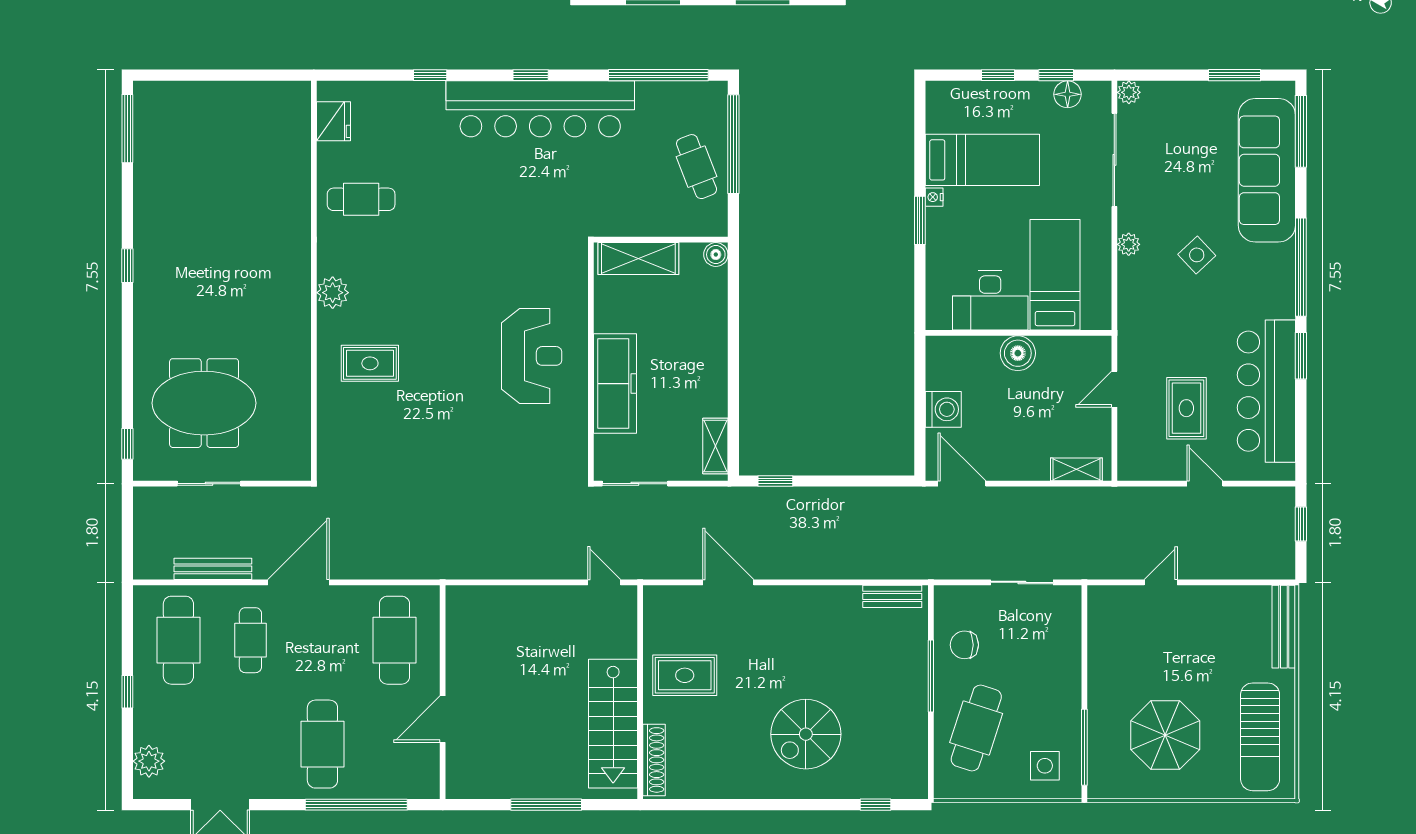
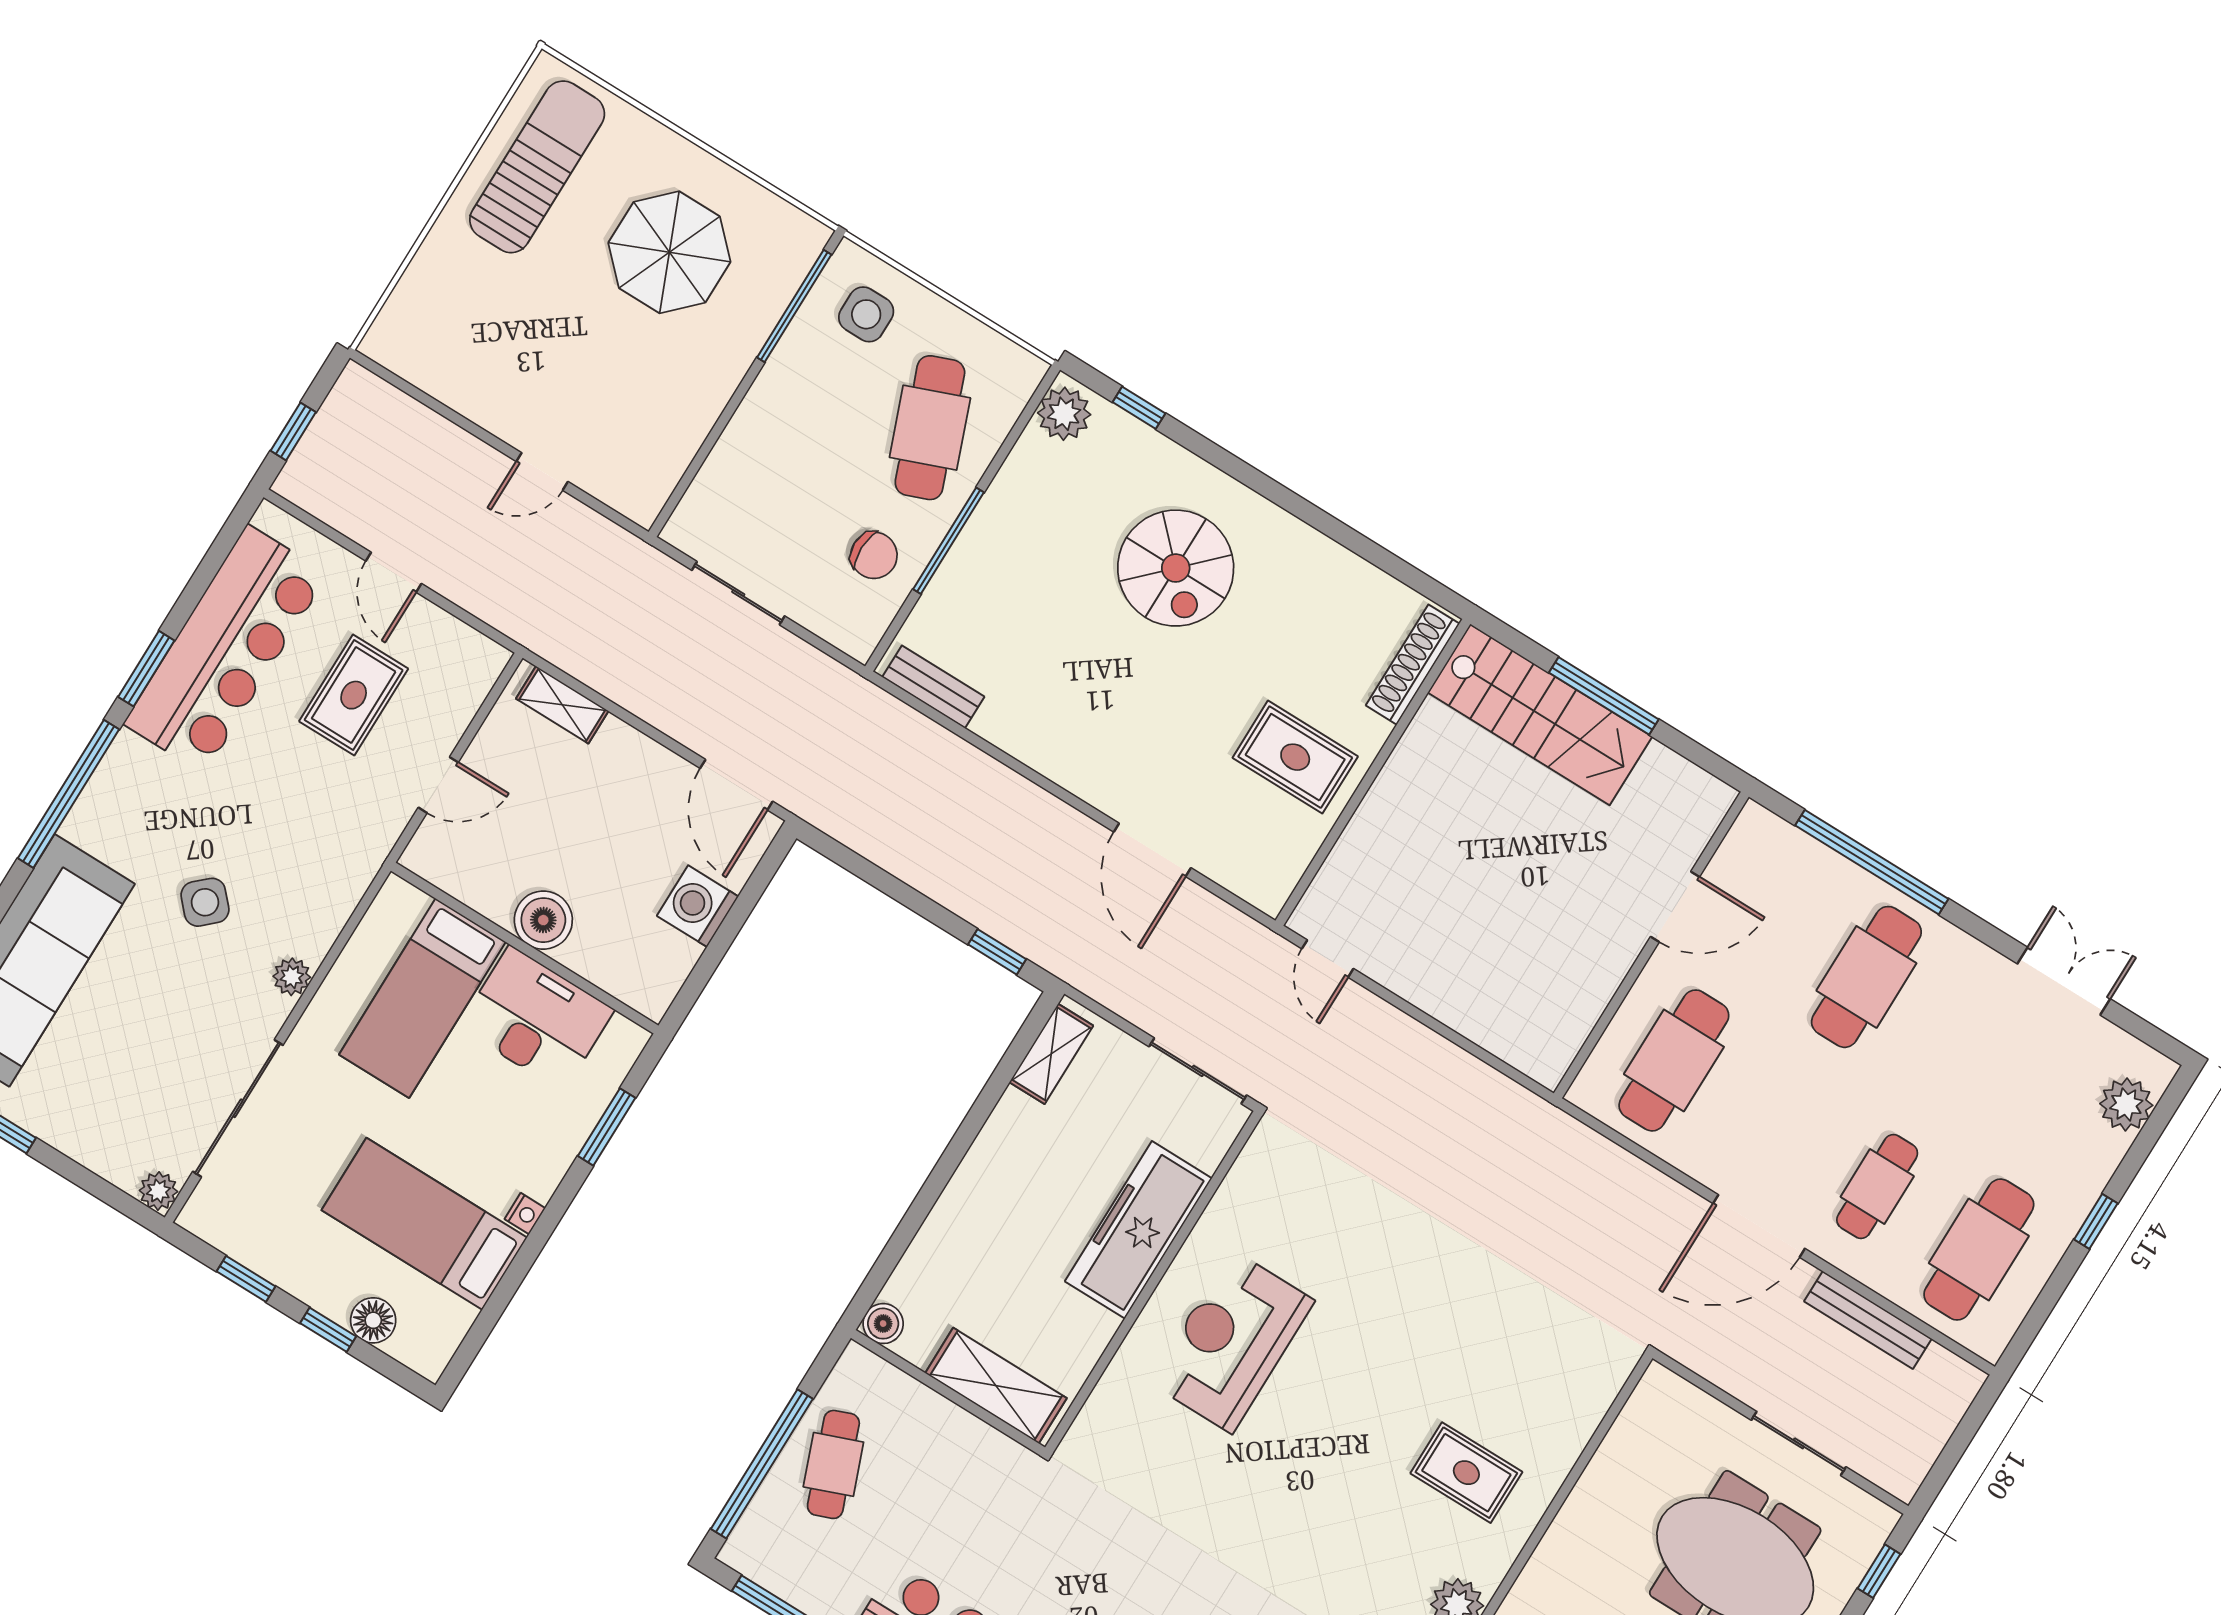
floor lamp: (1068, 94) -> (373, 1320), moved
window: (920, 220) -> (607, 1127), moved
bench: (1284, 627) -> (407, 302), removed
stairs: (613, 724) -> (1540, 715), moved, turned 90
cafe table: (976, 728) -> (930, 428), turned -39
spiral stairs: (806, 734) -> (1176, 568), turned 90
plant: (912, 778) -> (1064, 414), added

